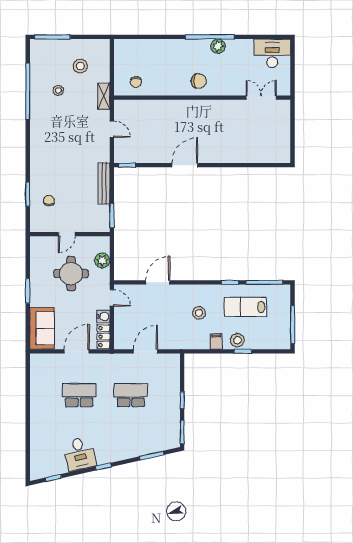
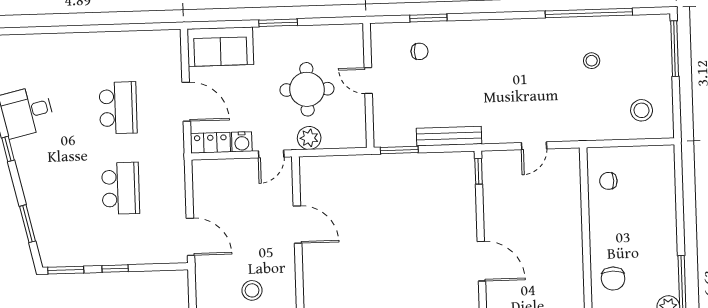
stool: (80, 66) -> (642, 110), moved
shelving: (104, 96) -> (585, 132), removed
plant: (102, 261) -> (309, 138), moved
door: (145, 351) -> (190, 237), moved

